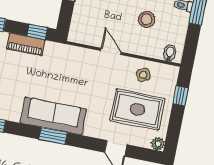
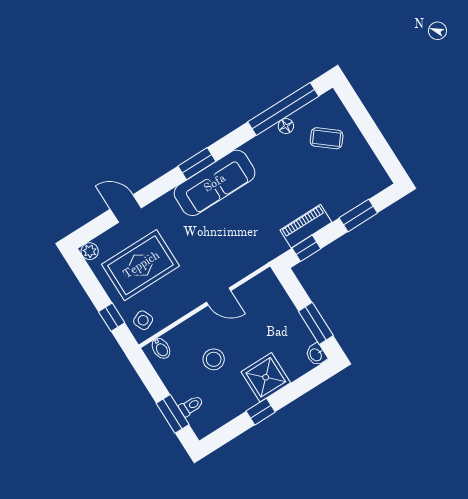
side table: (143, 75) -> (143, 320), moved

